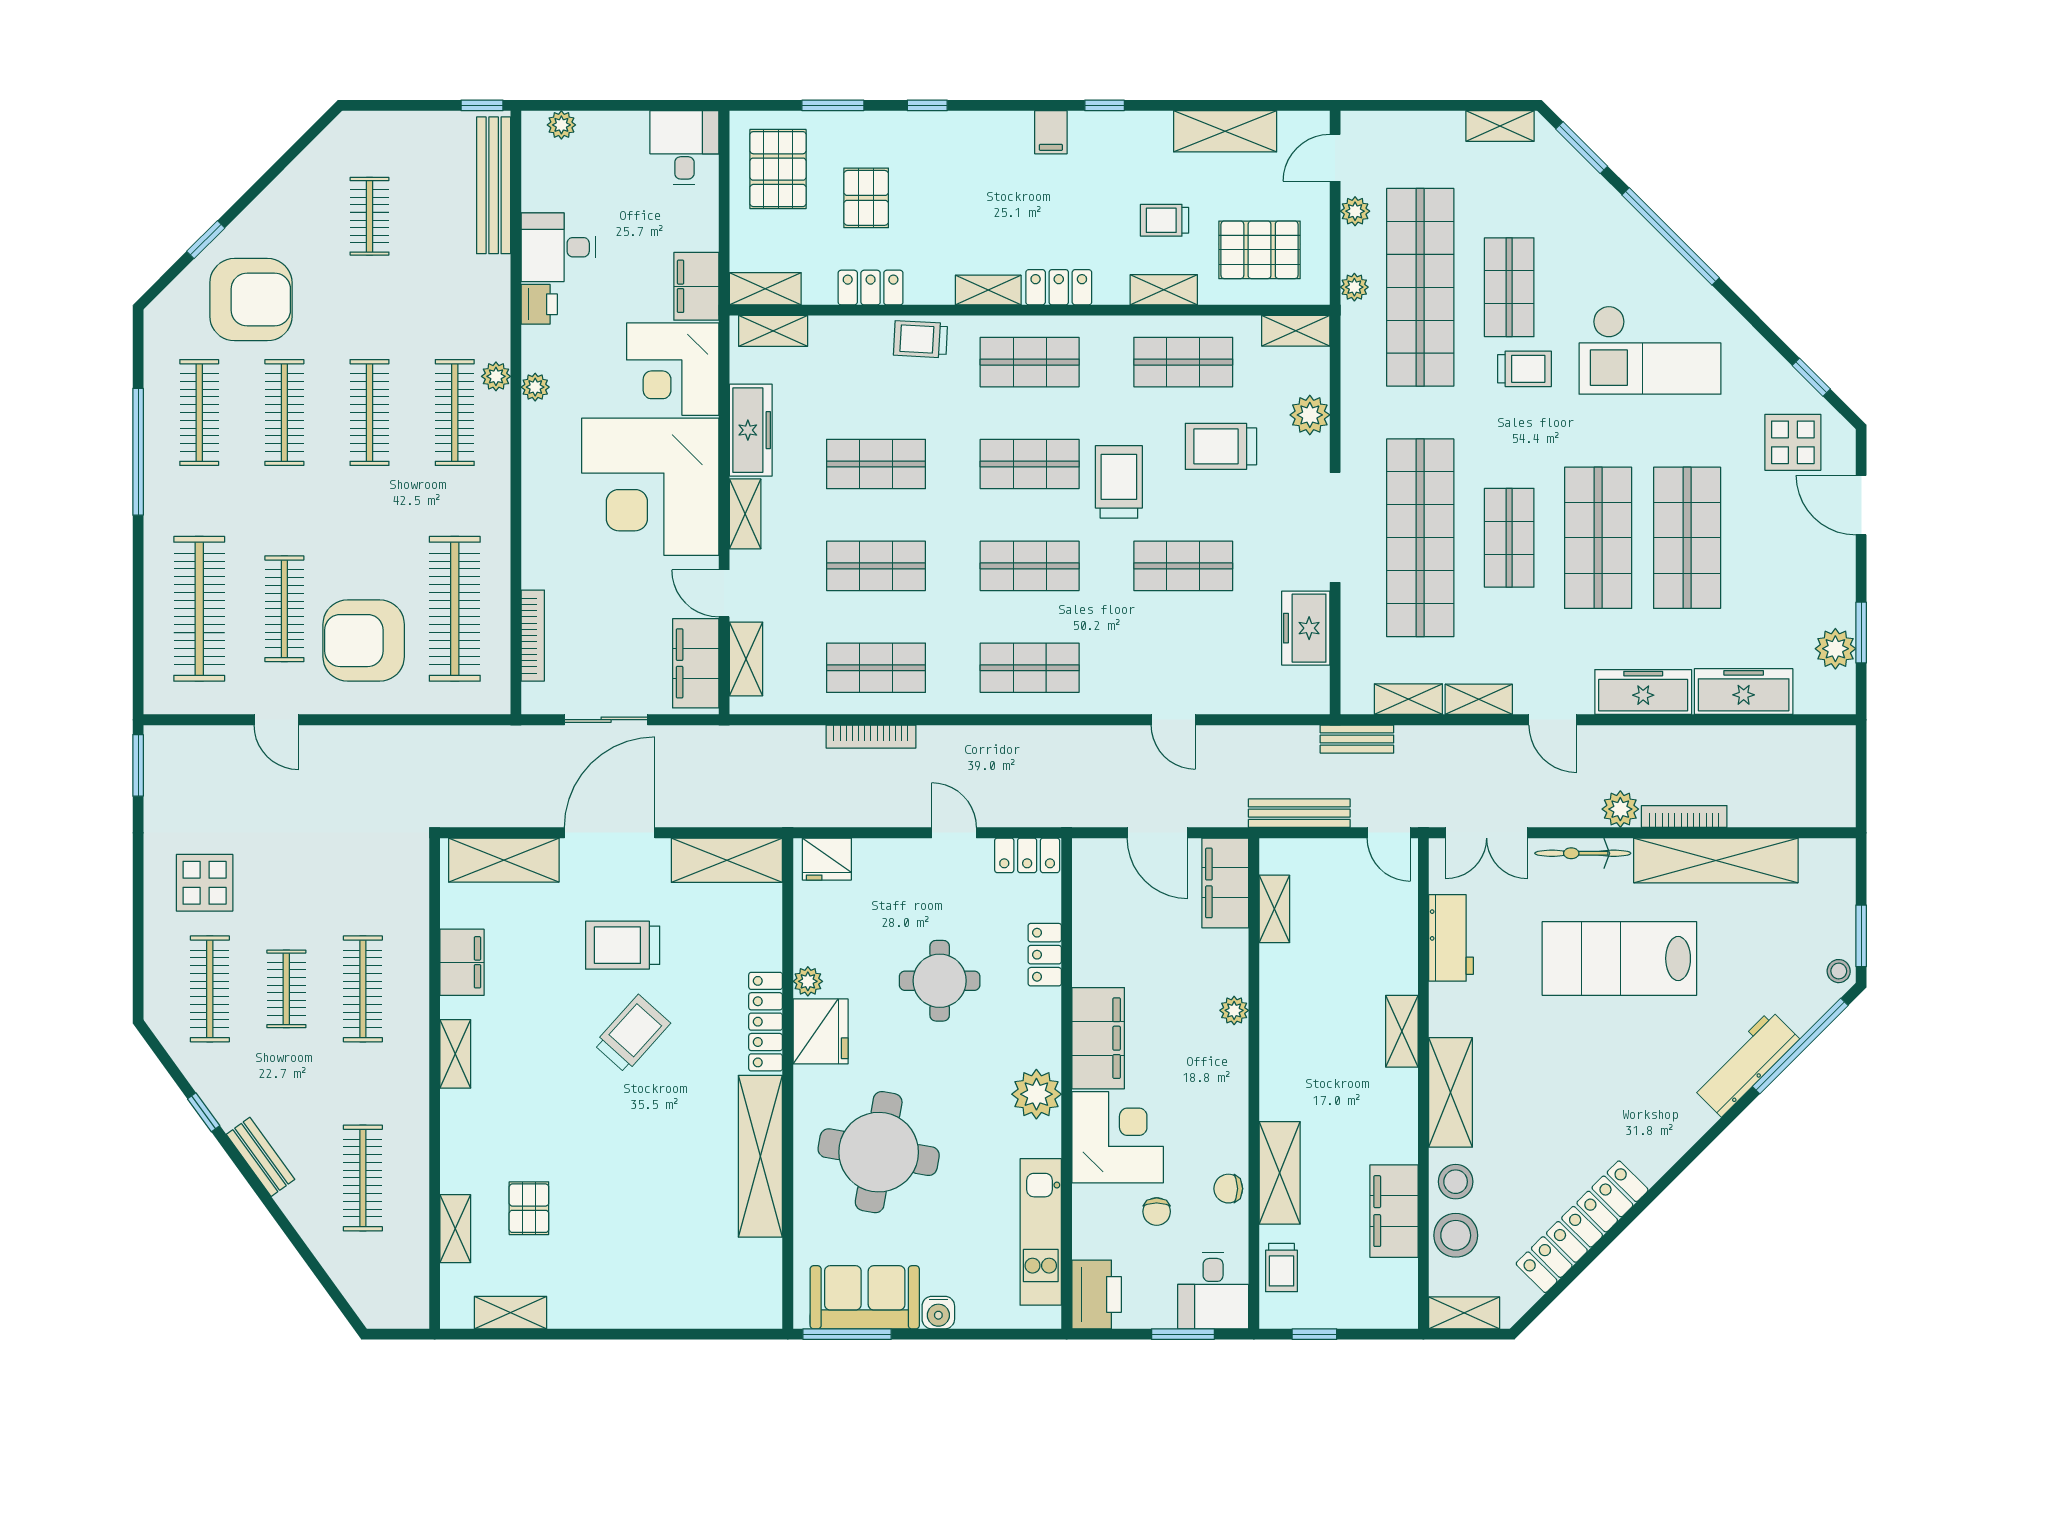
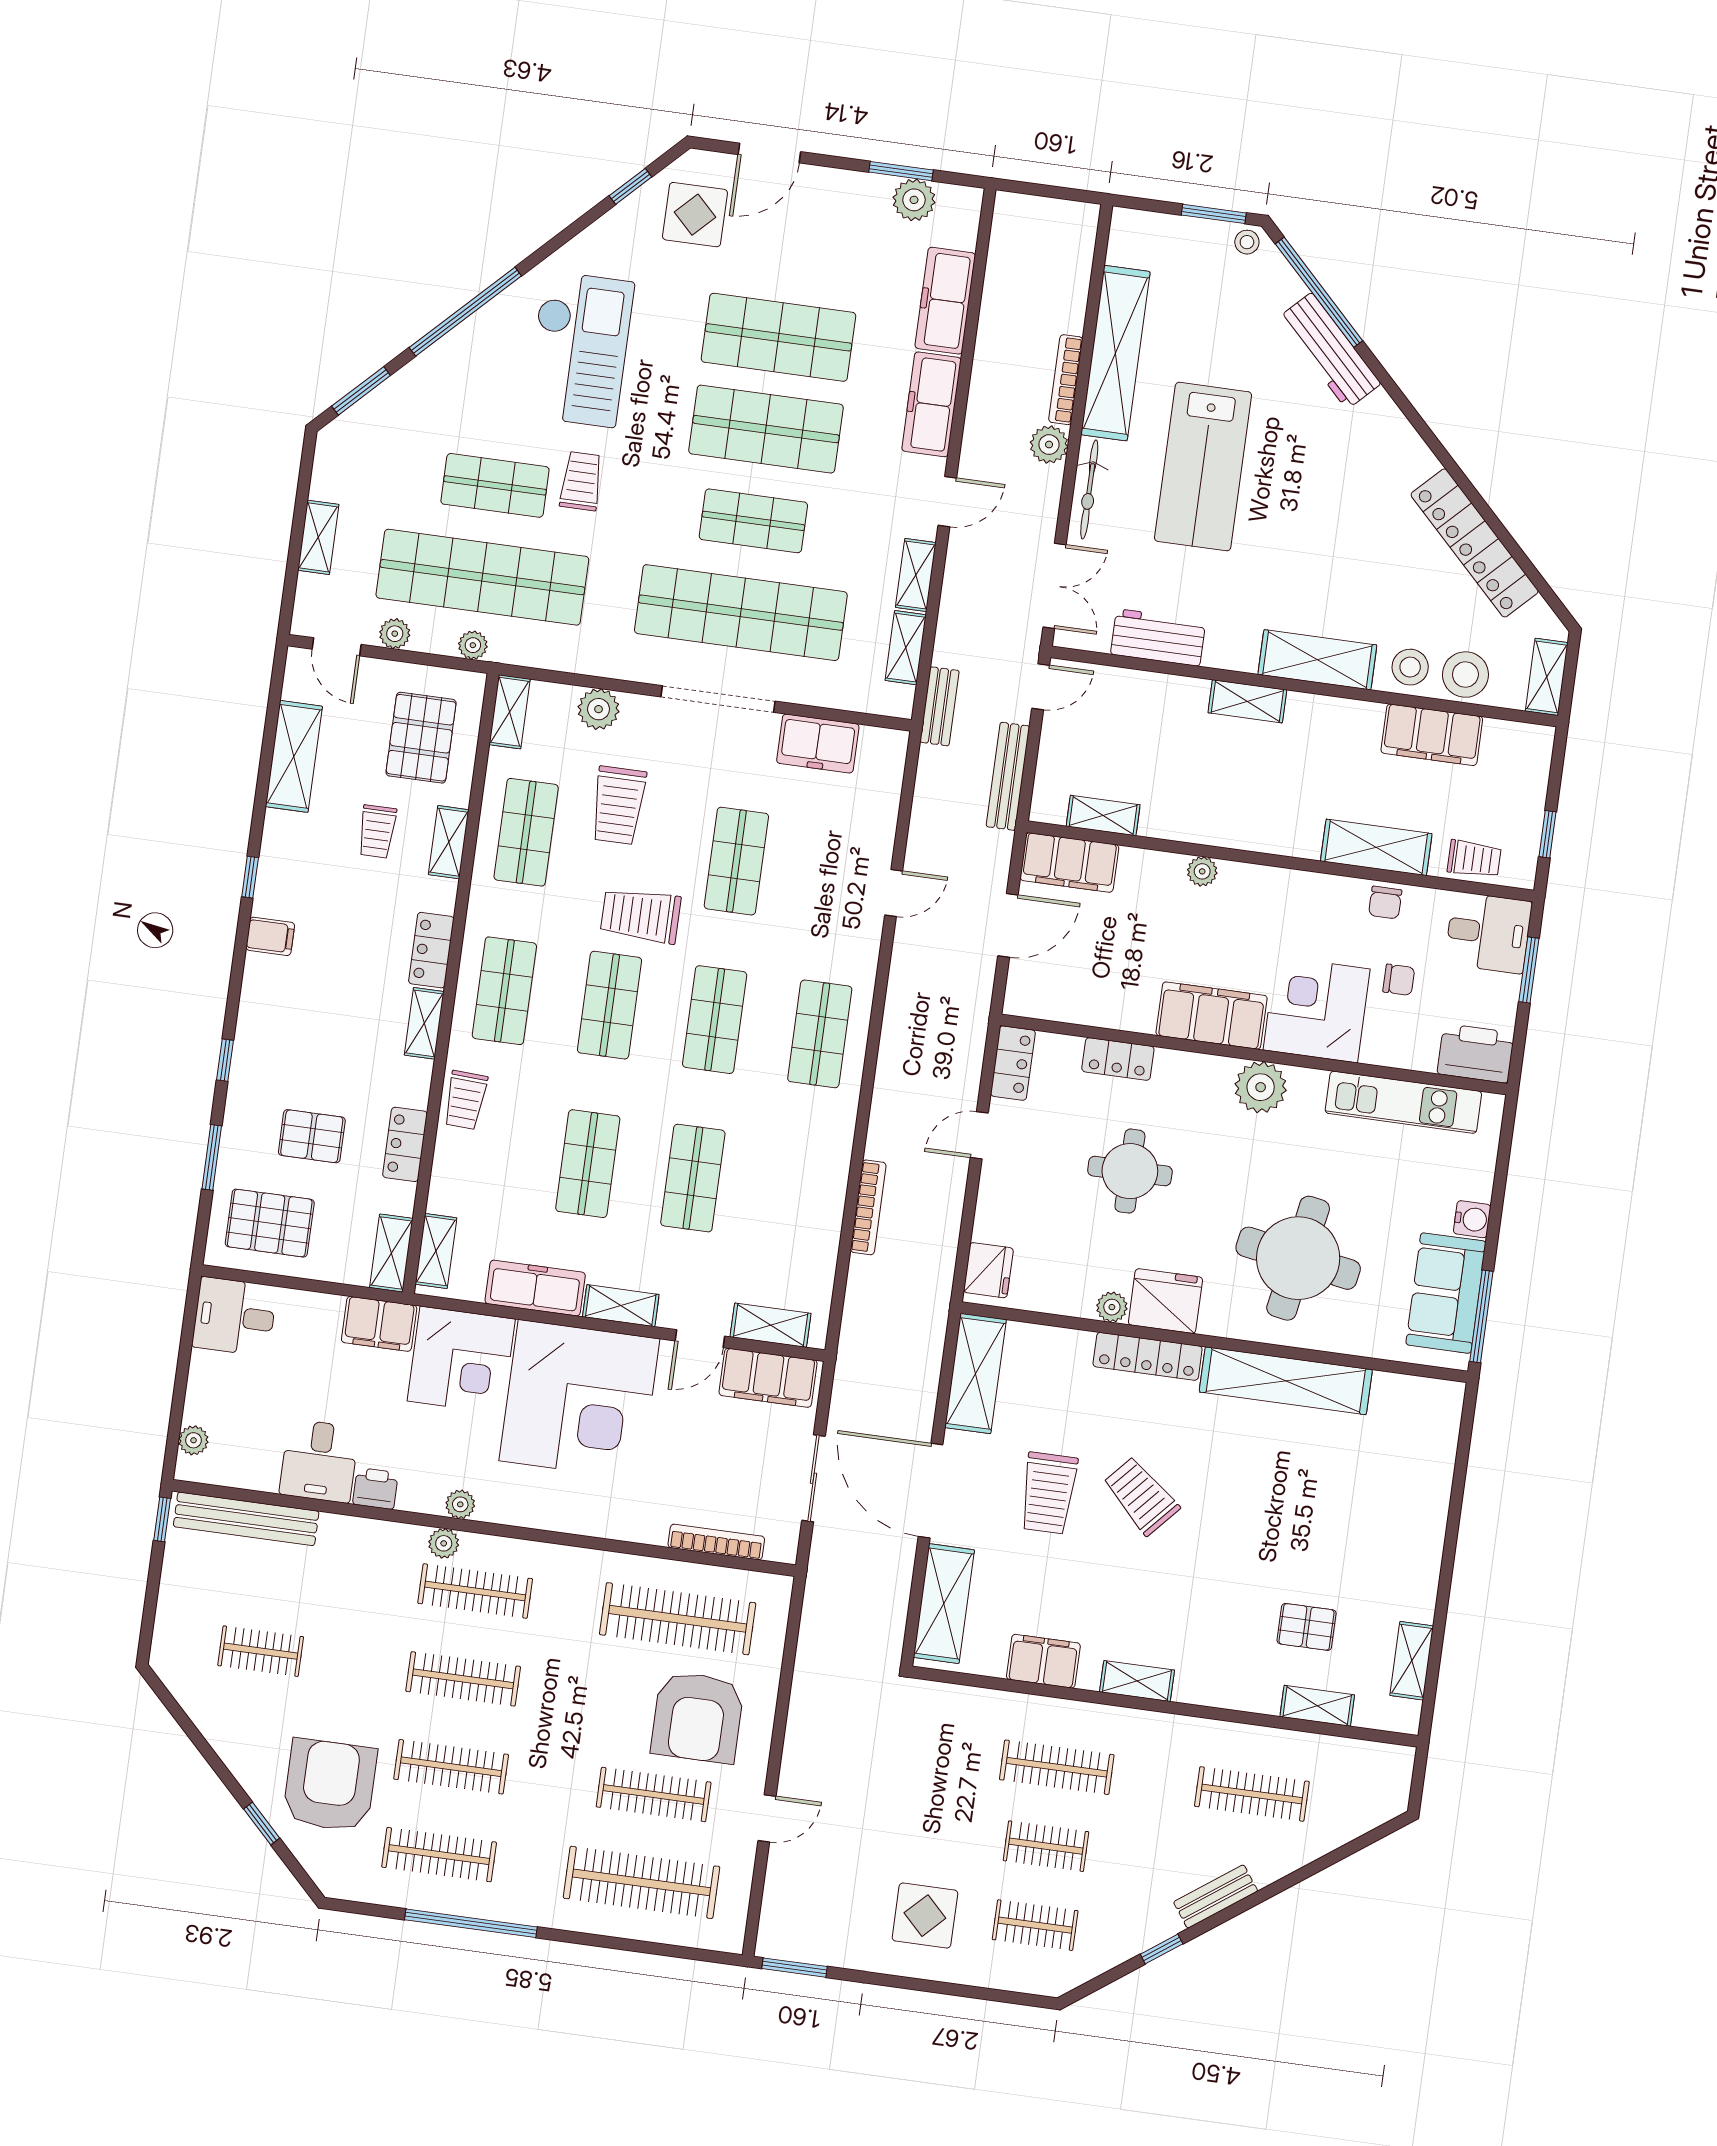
shelving: (1500, 126) -> (318, 537), moved
shop shelf: (876, 668) -> (798, 1192), removed
clothes rail: (210, 989) -> (1035, 1925), width x0.73

